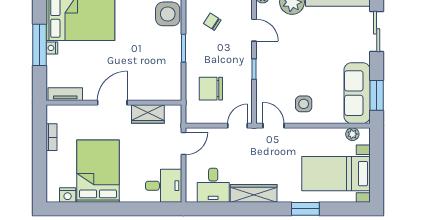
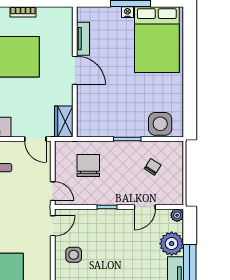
tv unit: (65, 94) -> (83, 39), moved
wardrobe: (148, 114) -> (64, 121), moved
bookcase: (51, 137) -> (23, 12), moved

